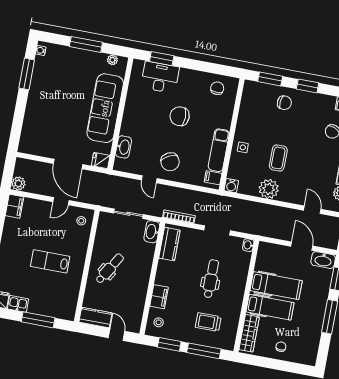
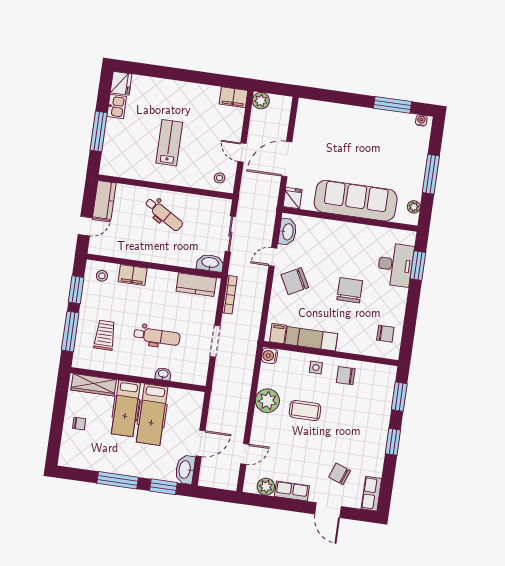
chair: (284, 103) -> (346, 376), moved, turned 84
washbasin: (124, 147) -> (287, 232), moved, turned -90
washbasin: (248, 245) -> (163, 374), moved

